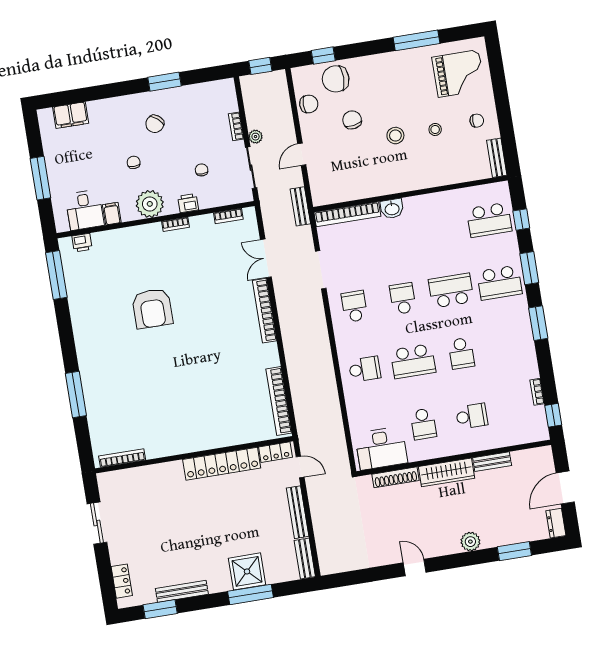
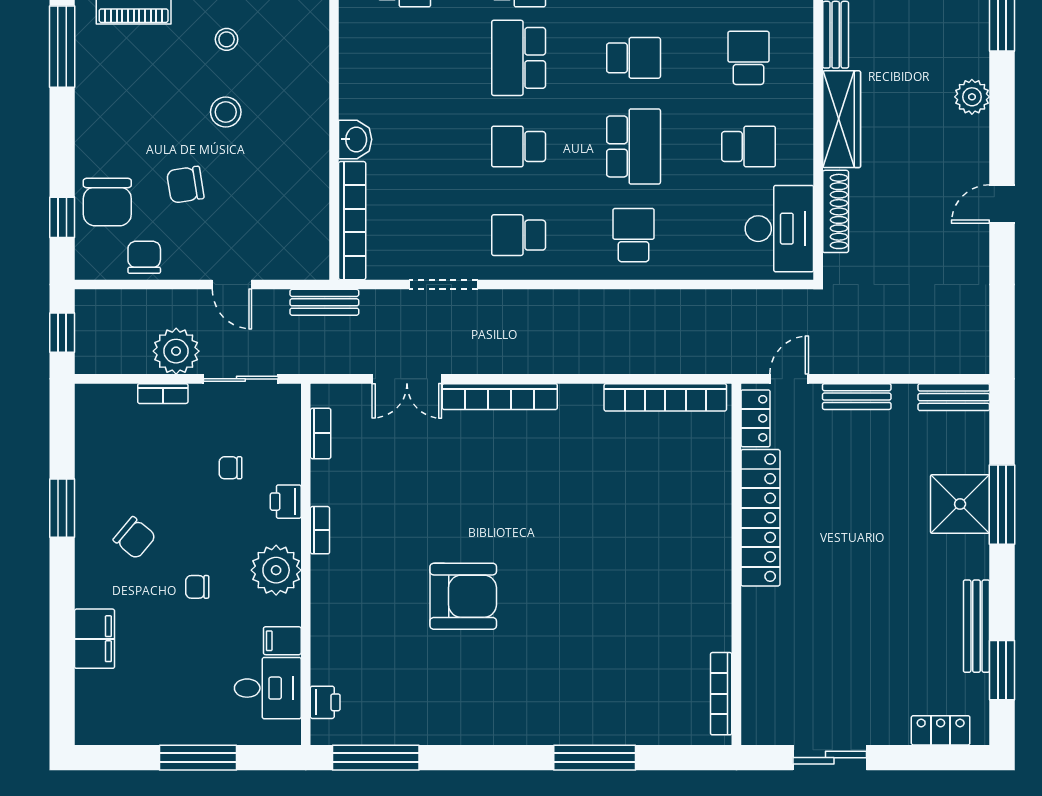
filing cabinet: (71, 115) -> (95, 639), moved
plant: (256, 137) -> (176, 351), width x1.88, depth x1.88
bench: (298, 512) -> (857, 397), width x0.73

